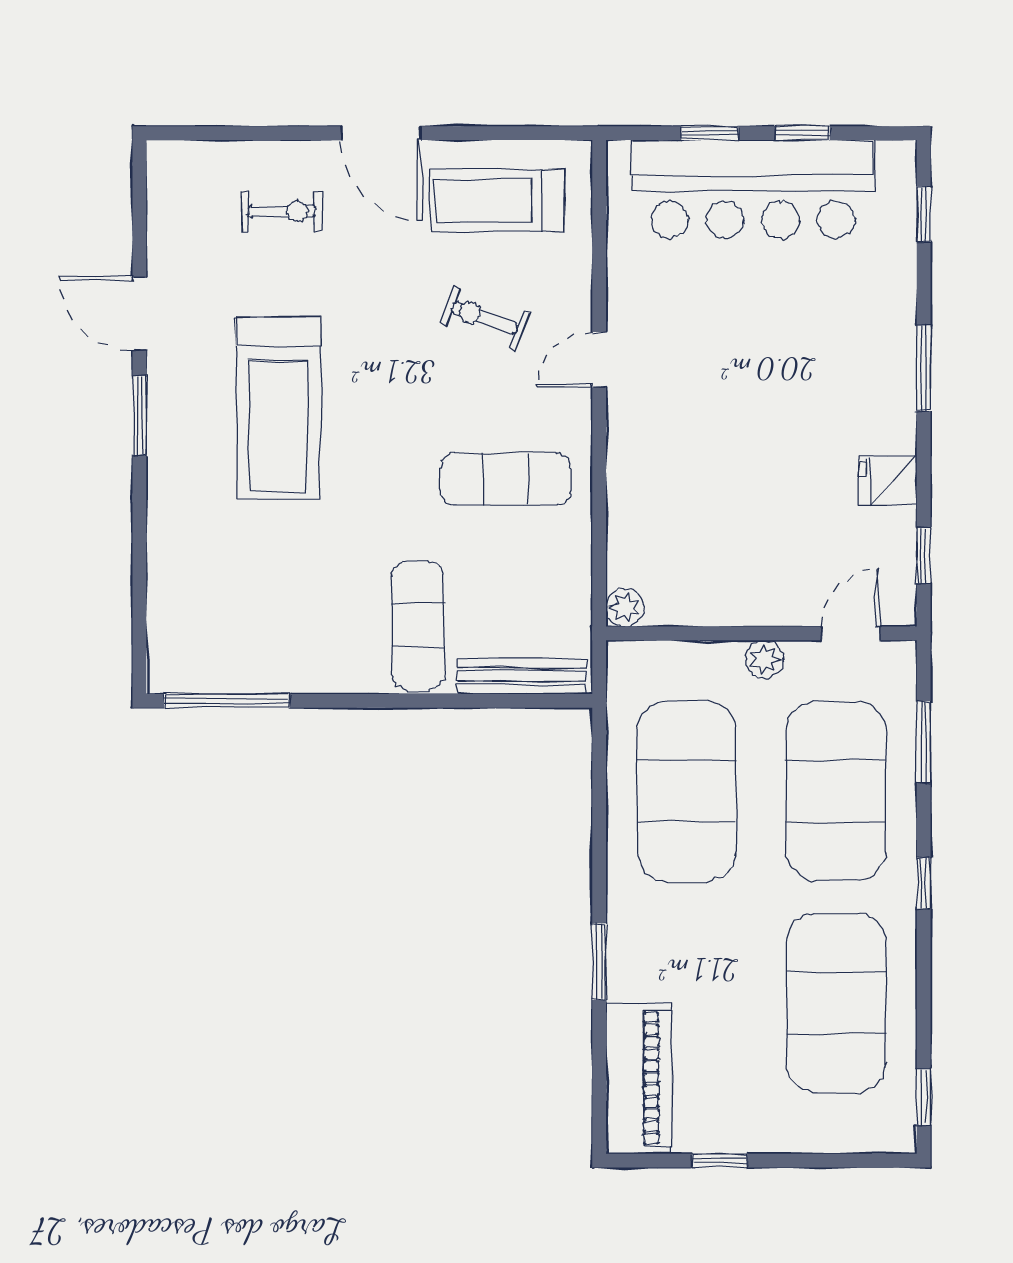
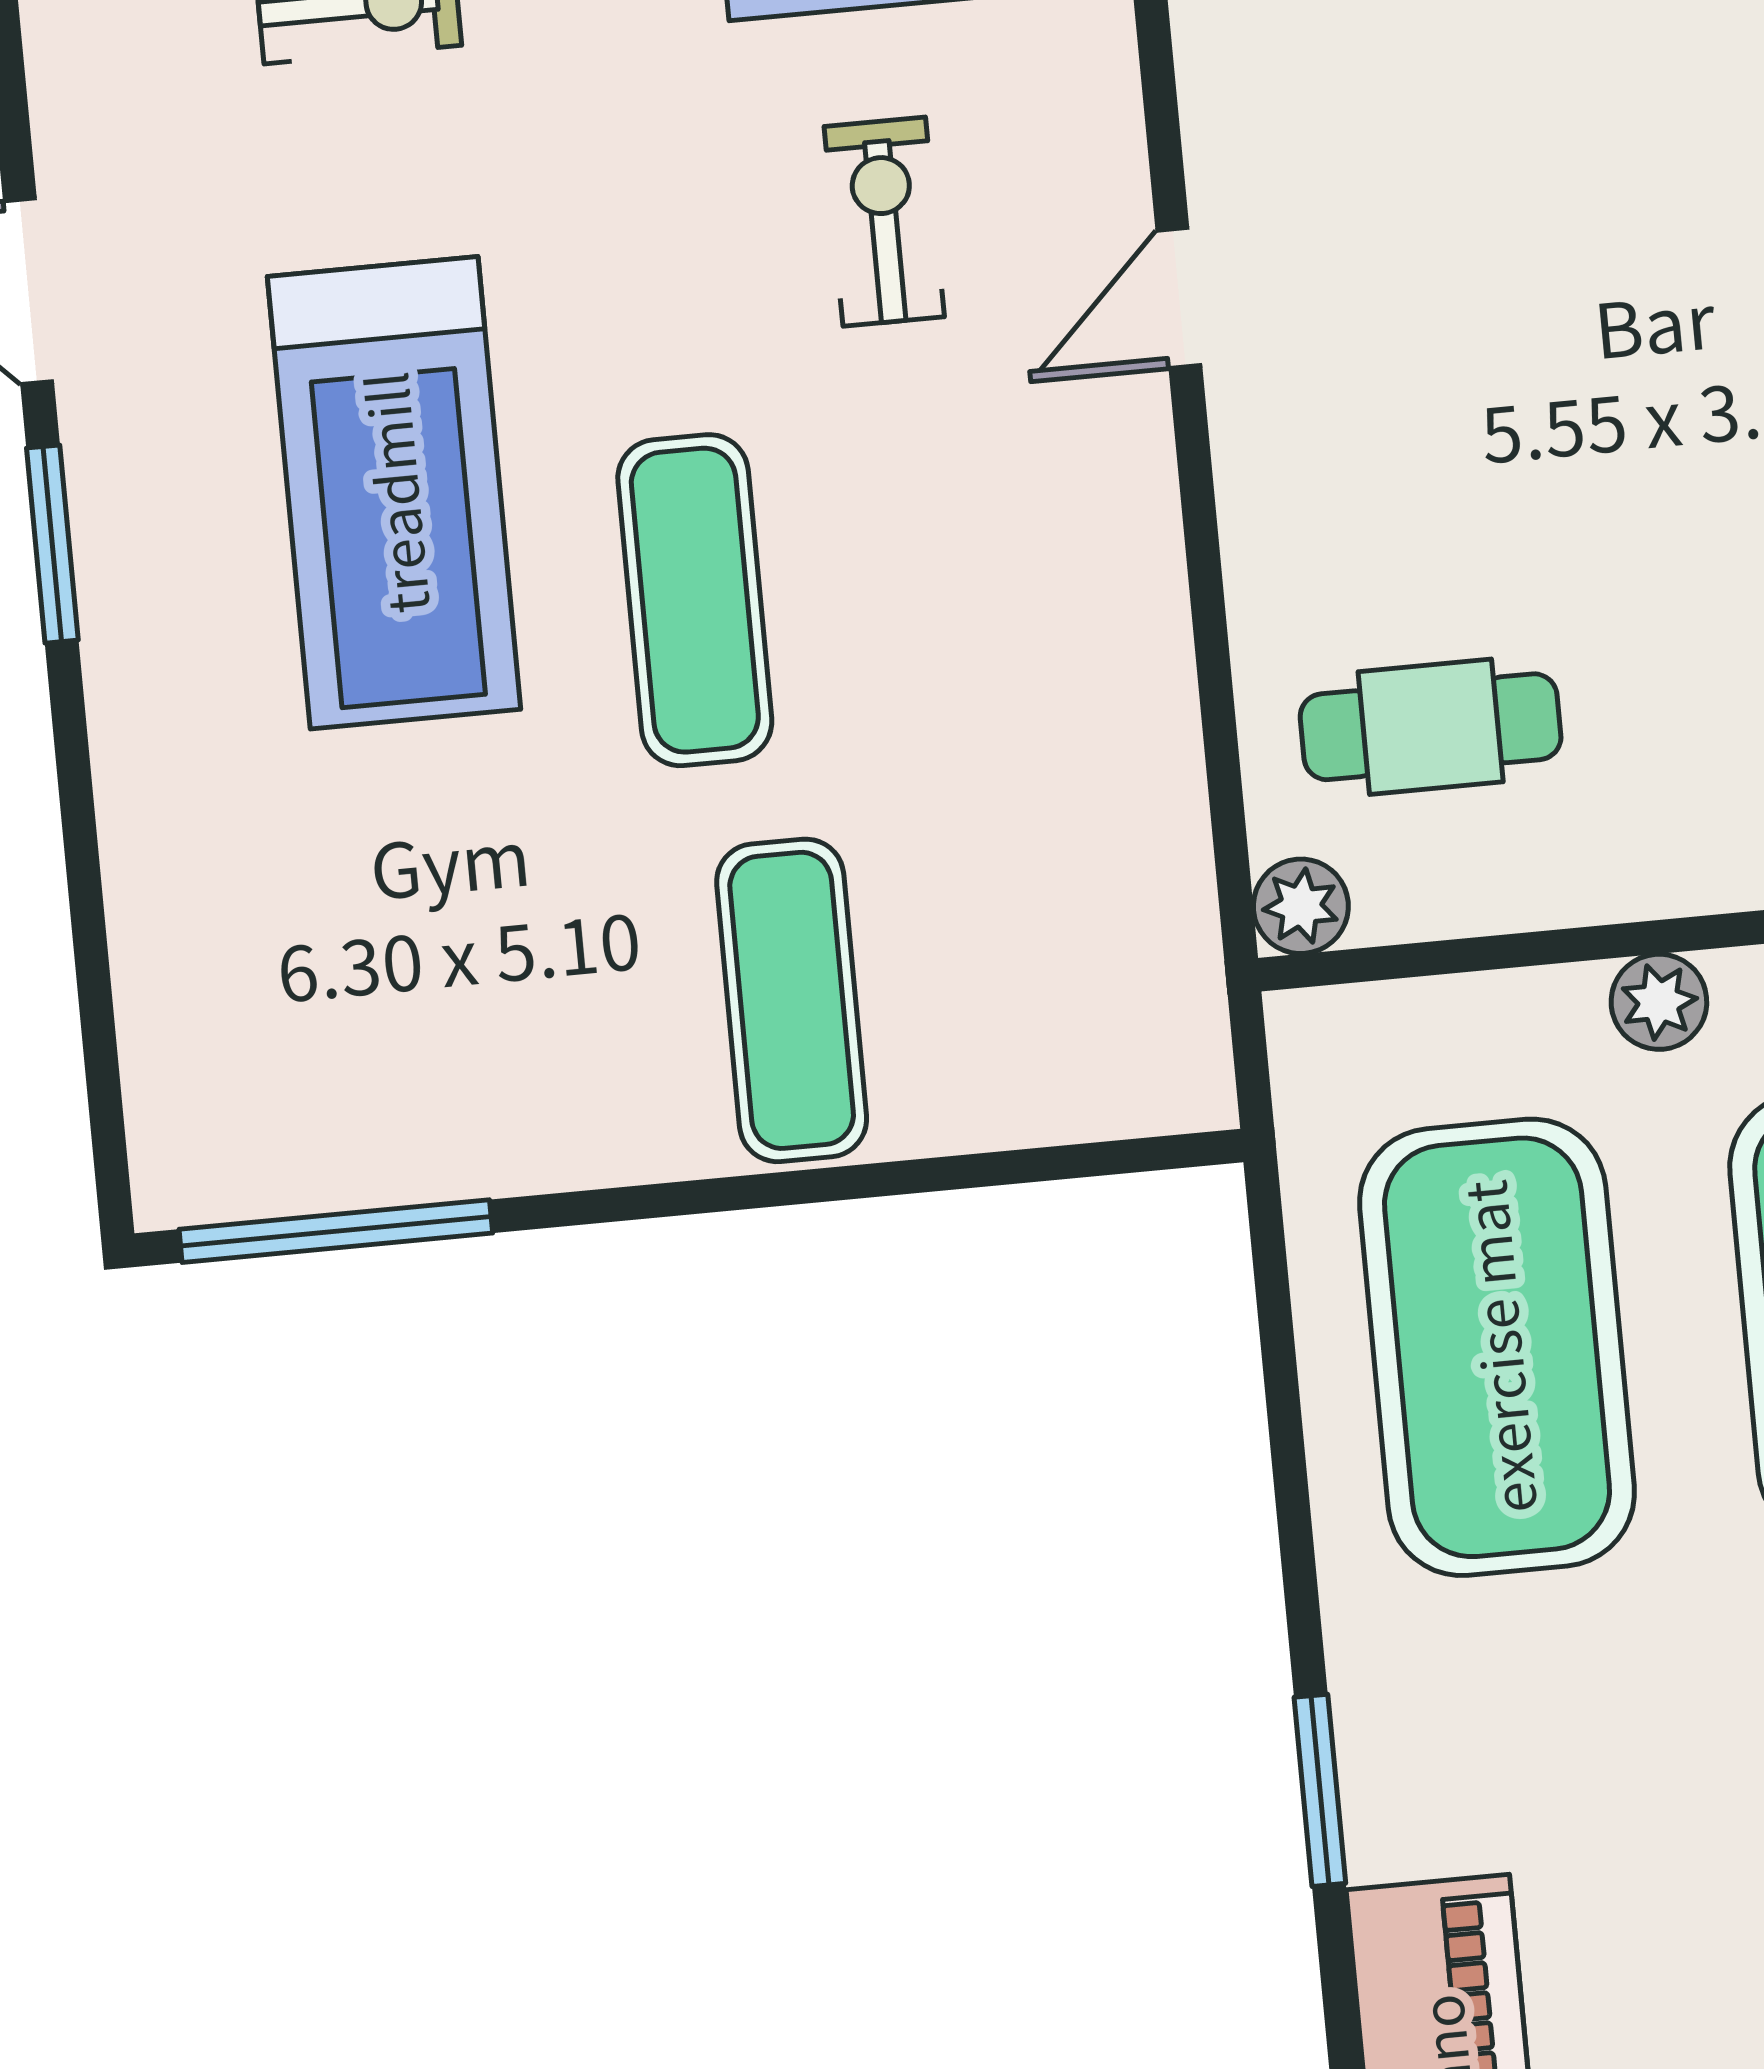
exercise bike: (484, 318) -> (884, 222), turned 70
exercise mat: (506, 479) -> (695, 600), moved, turned 90
cafe table: (684, 541) -> (1431, 727), added
bench: (521, 676) -> (1060, 1101), removed

